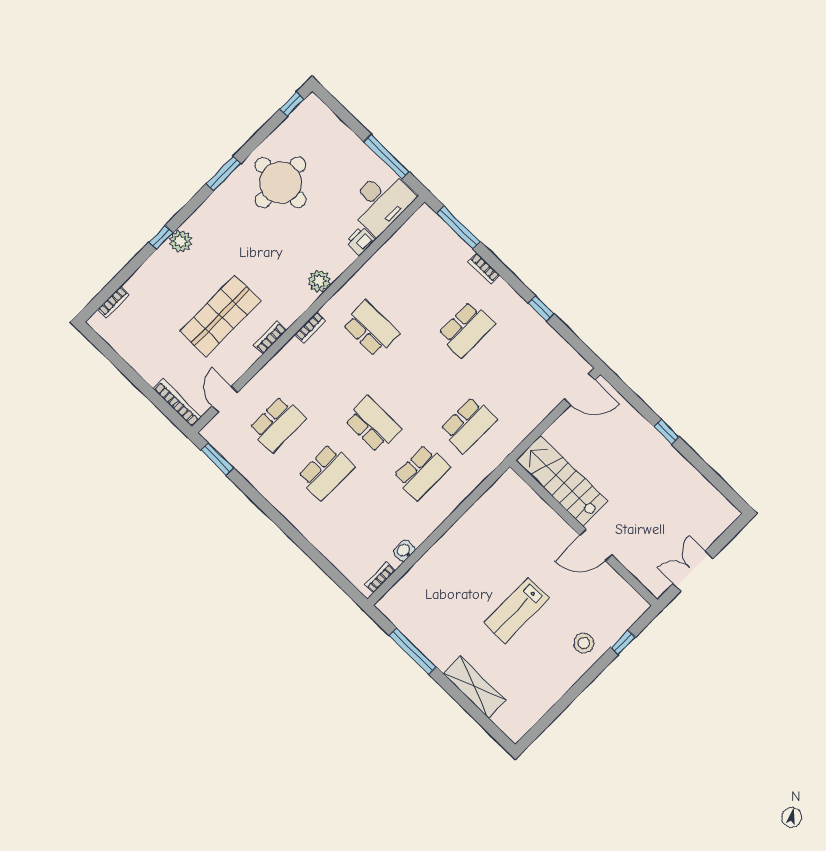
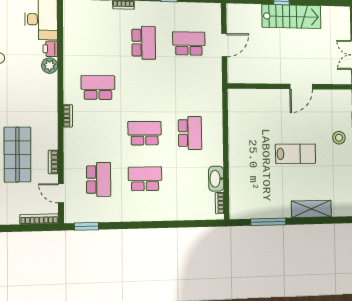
plant: (319, 281) -> (50, 66), moved
bookcase: (270, 337) -> (53, 162), moved
door: (580, 389) -> (224, 45), moved
school desk: (468, 425) -> (189, 43), moved, turned -90
school desk: (326, 472) -> (145, 179), turned -90
stairs: (562, 481) -> (291, 16), moved, turned 180
washbasin: (404, 551) -> (216, 179), width x1.91, depth x1.45
lab bench: (516, 610) -> (296, 154), turned -90

